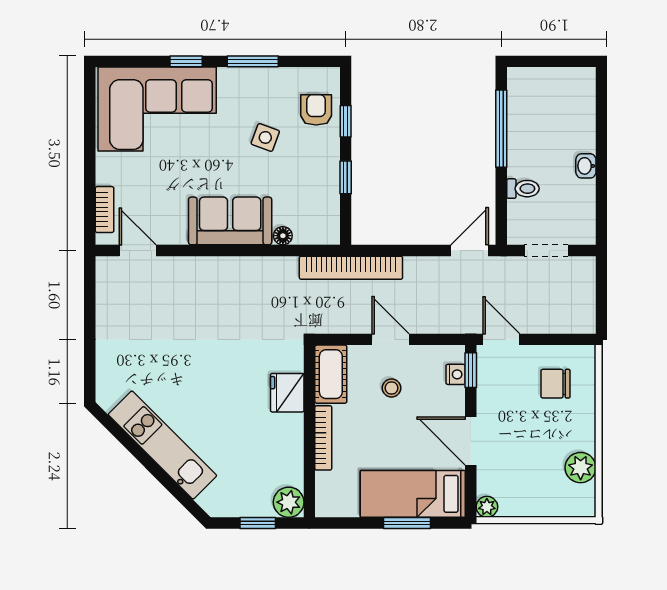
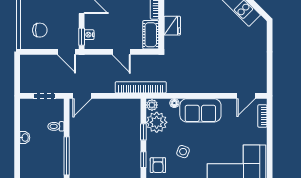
plant: (319, 197) -> (157, 122), added
plant: (328, 232) -> (152, 105), added
door: (138, 250) -> (246, 96), hinge flipped
stool: (392, 388) -> (121, 28), removed

